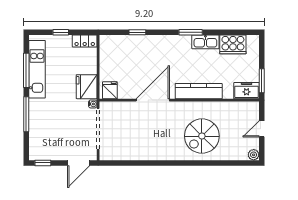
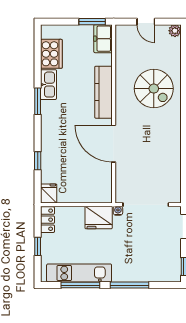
fridge: (110, 90) -> (49, 193), moved, turned 90

